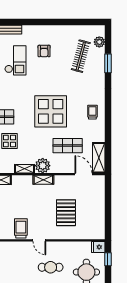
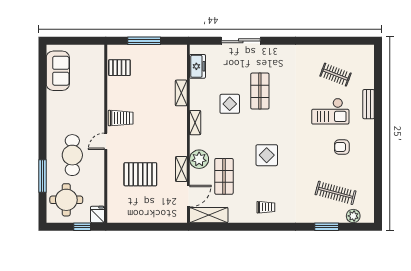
display table: (51, 111) -> (267, 155), width x0.54, depth x0.54
plant: (43, 166) -> (199, 159), moved
shelving: (43, 180) -> (181, 169), moved
cafe table: (51, 267) -> (72, 155), width x1.37, depth x1.35

